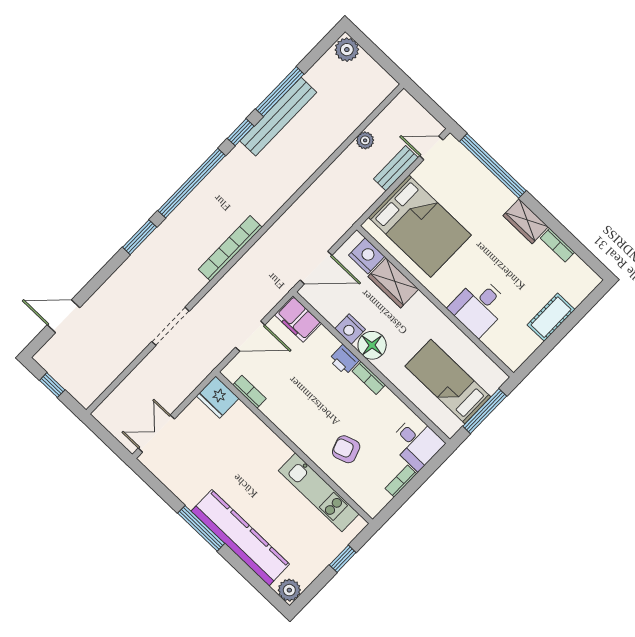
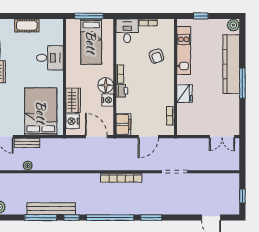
door: (250, 336) -> (148, 137), swing flipped
fridge: (218, 397) -> (185, 94), moved

